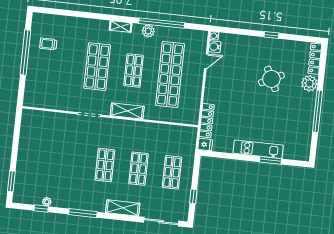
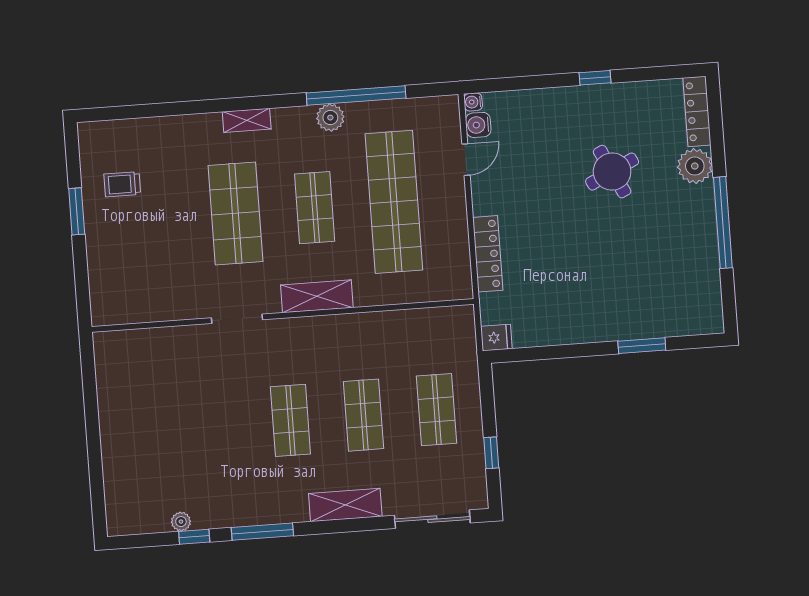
shelving: (121, 26) -> (247, 120), moved
window: (25, 52) -> (77, 211), width x0.47
locker: (207, 121) -> (488, 254), moved
kitchen unit: (258, 149) -> (611, 327), removed
window: (11, 181) -> (97, 492), removed
window: (41, 209) -> (194, 537), moved

